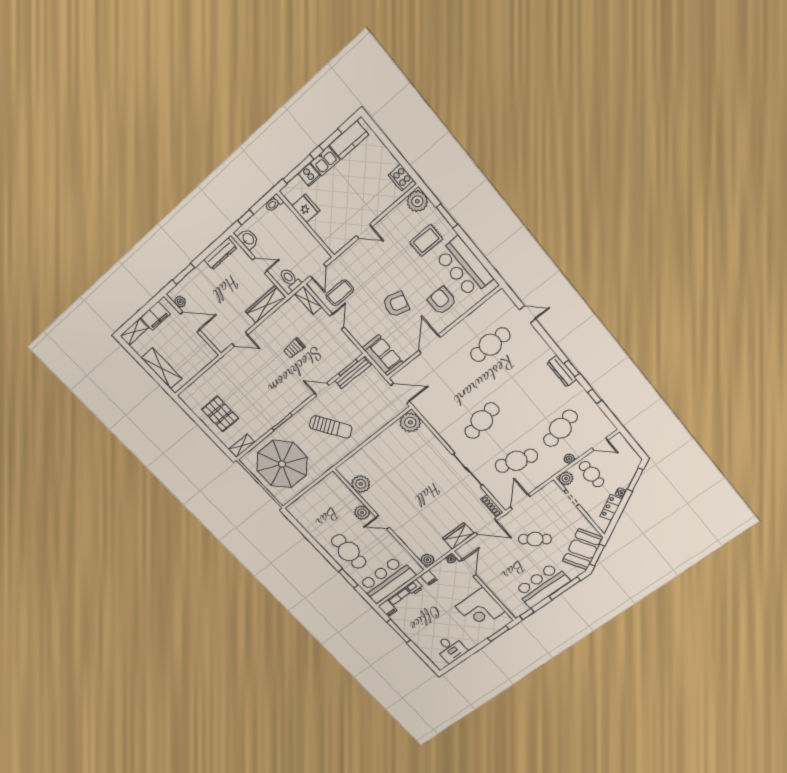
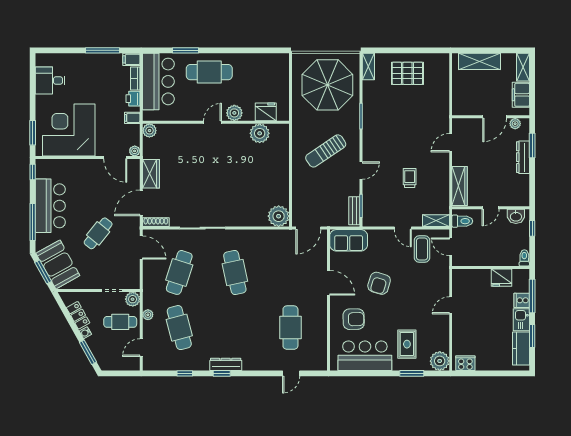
dresser: (220, 254) -> (523, 157), moved
bench: (353, 373) -> (354, 211), width x0.73
fridge: (341, 492) -> (266, 112), added
corner desk: (480, 609) -> (69, 130), width x1.36, depth x1.36

